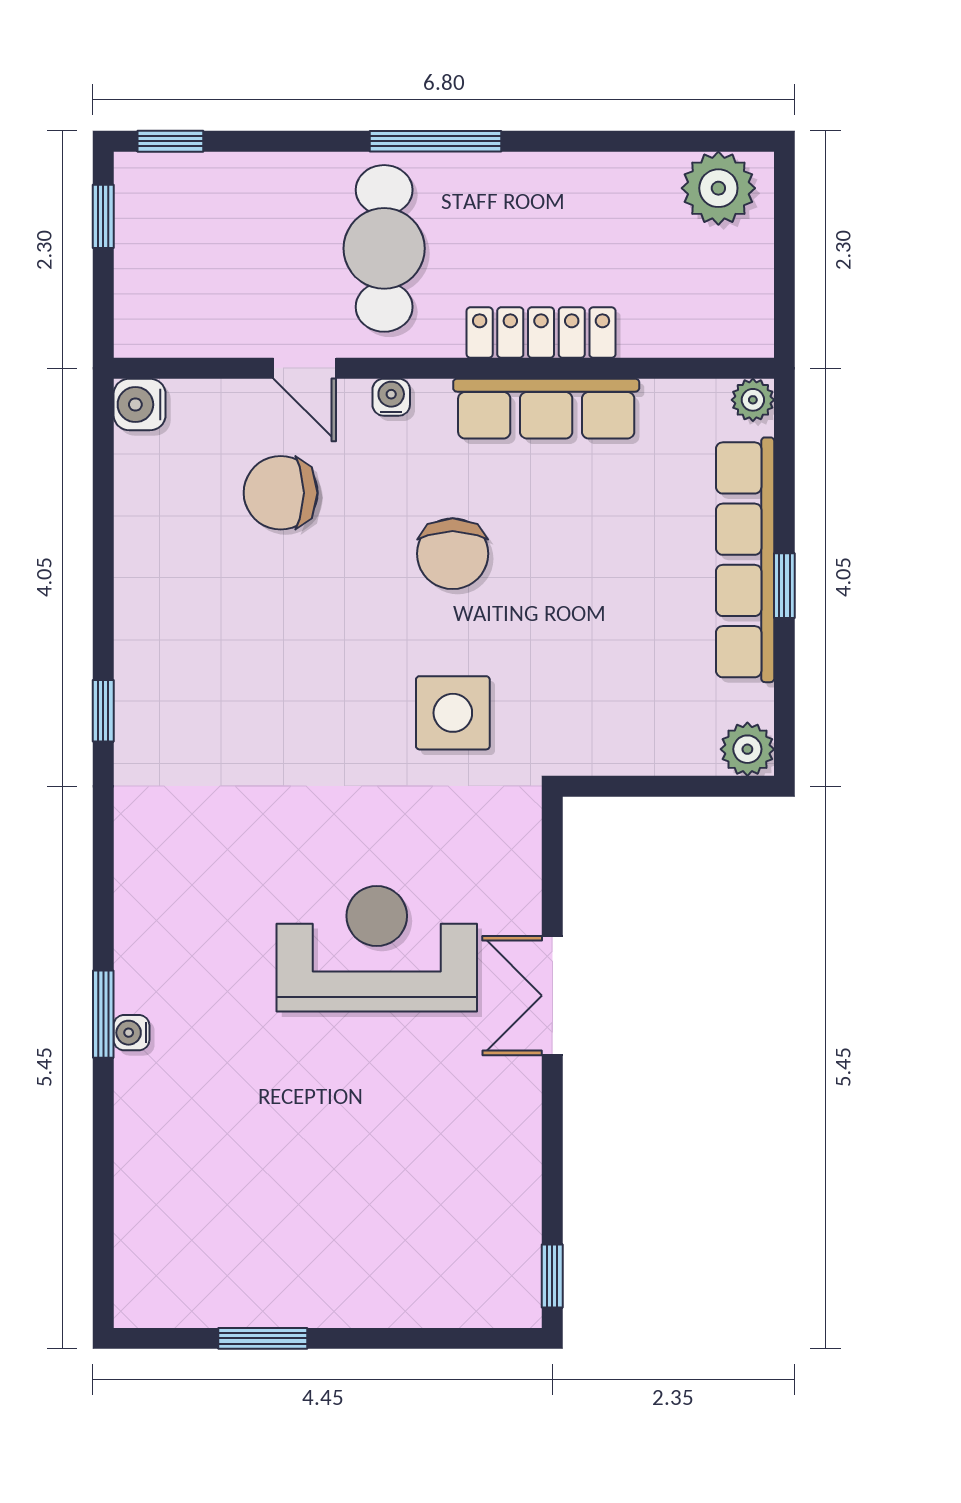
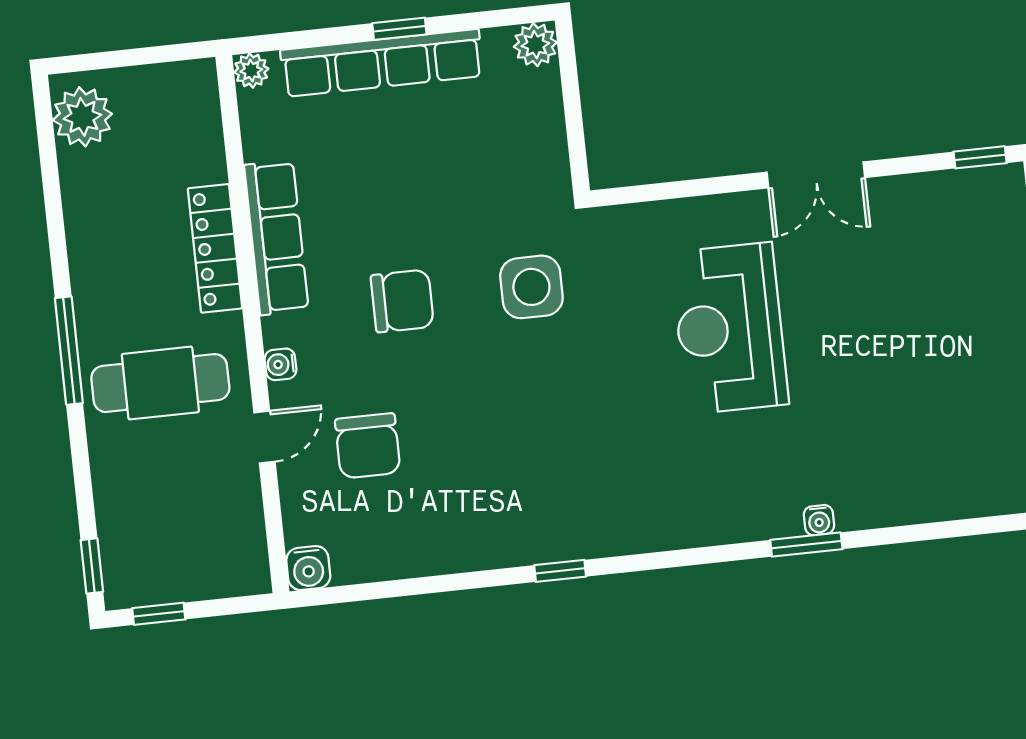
double door: (552, 996) -> (816, 175), moved

